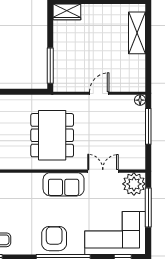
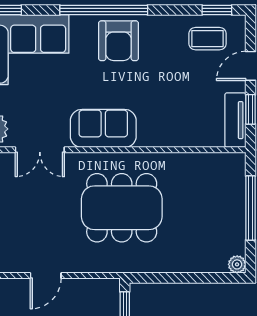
dining table: (52, 135) -> (122, 208), turned 90

